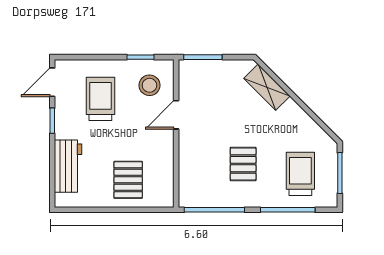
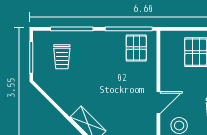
pallet: (243, 164) -> (136, 48), moved
trolley: (300, 174) -> (62, 57), width x0.73, depth x0.72

